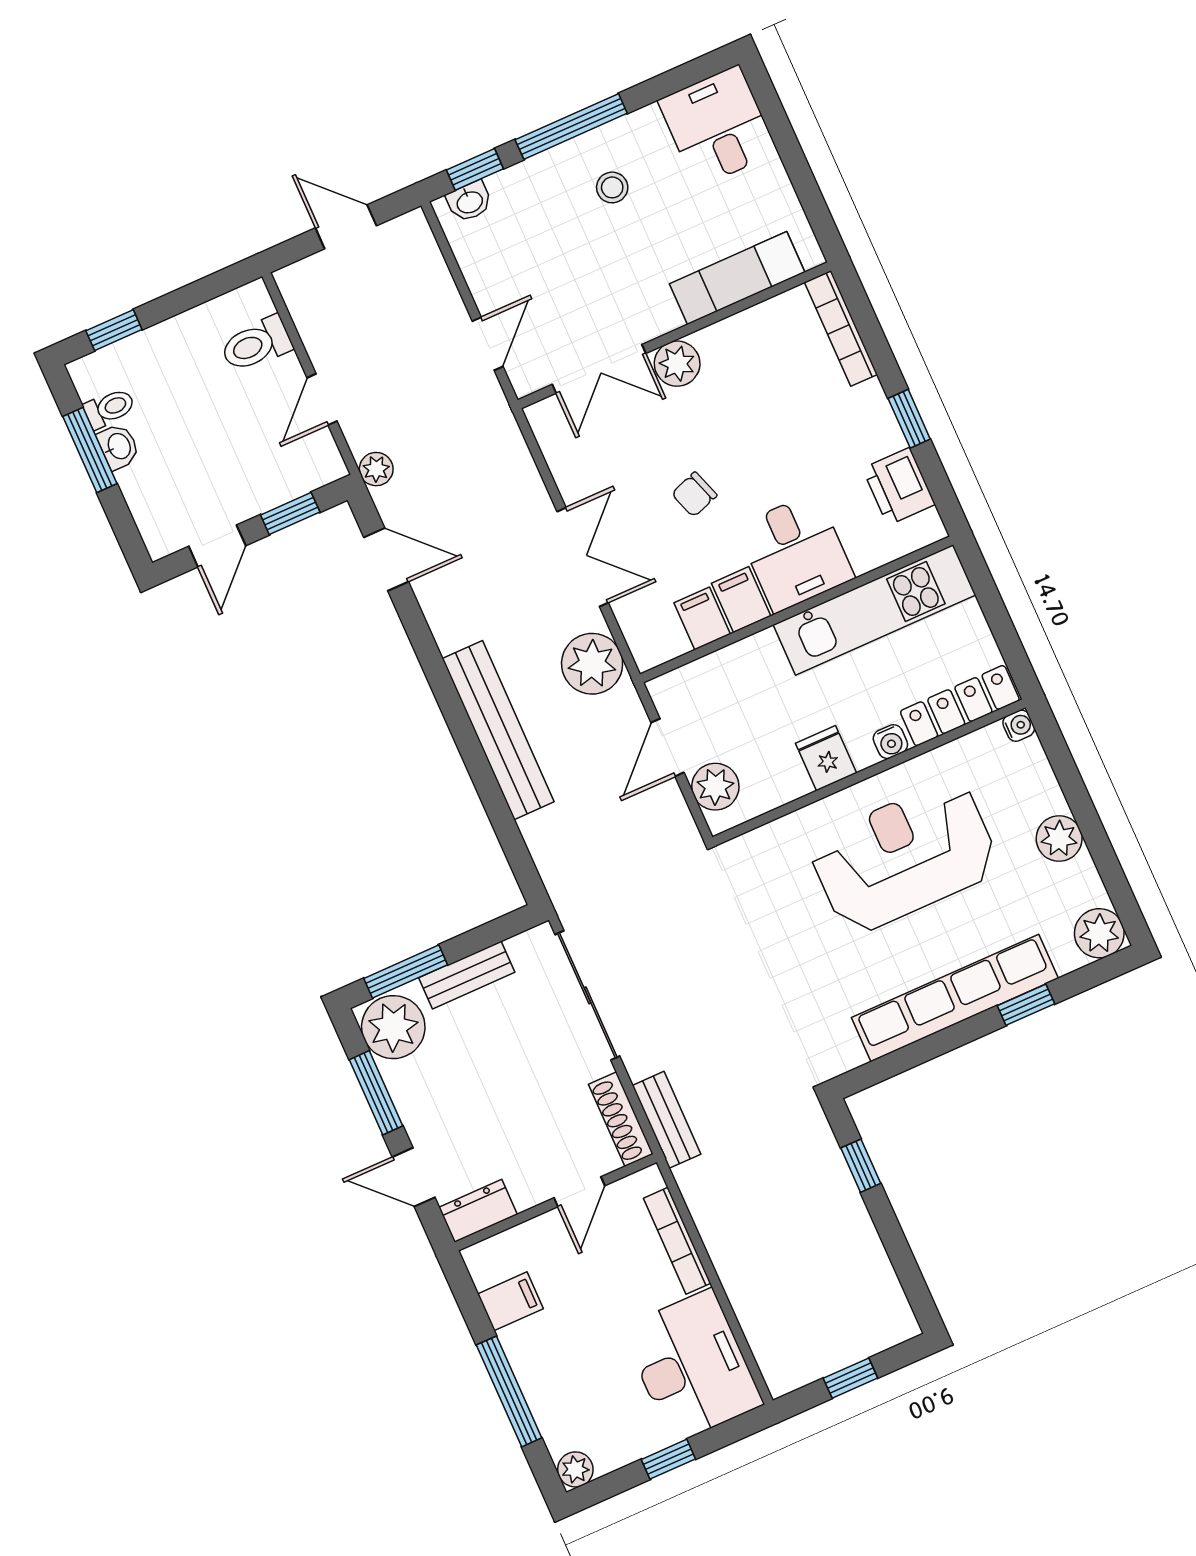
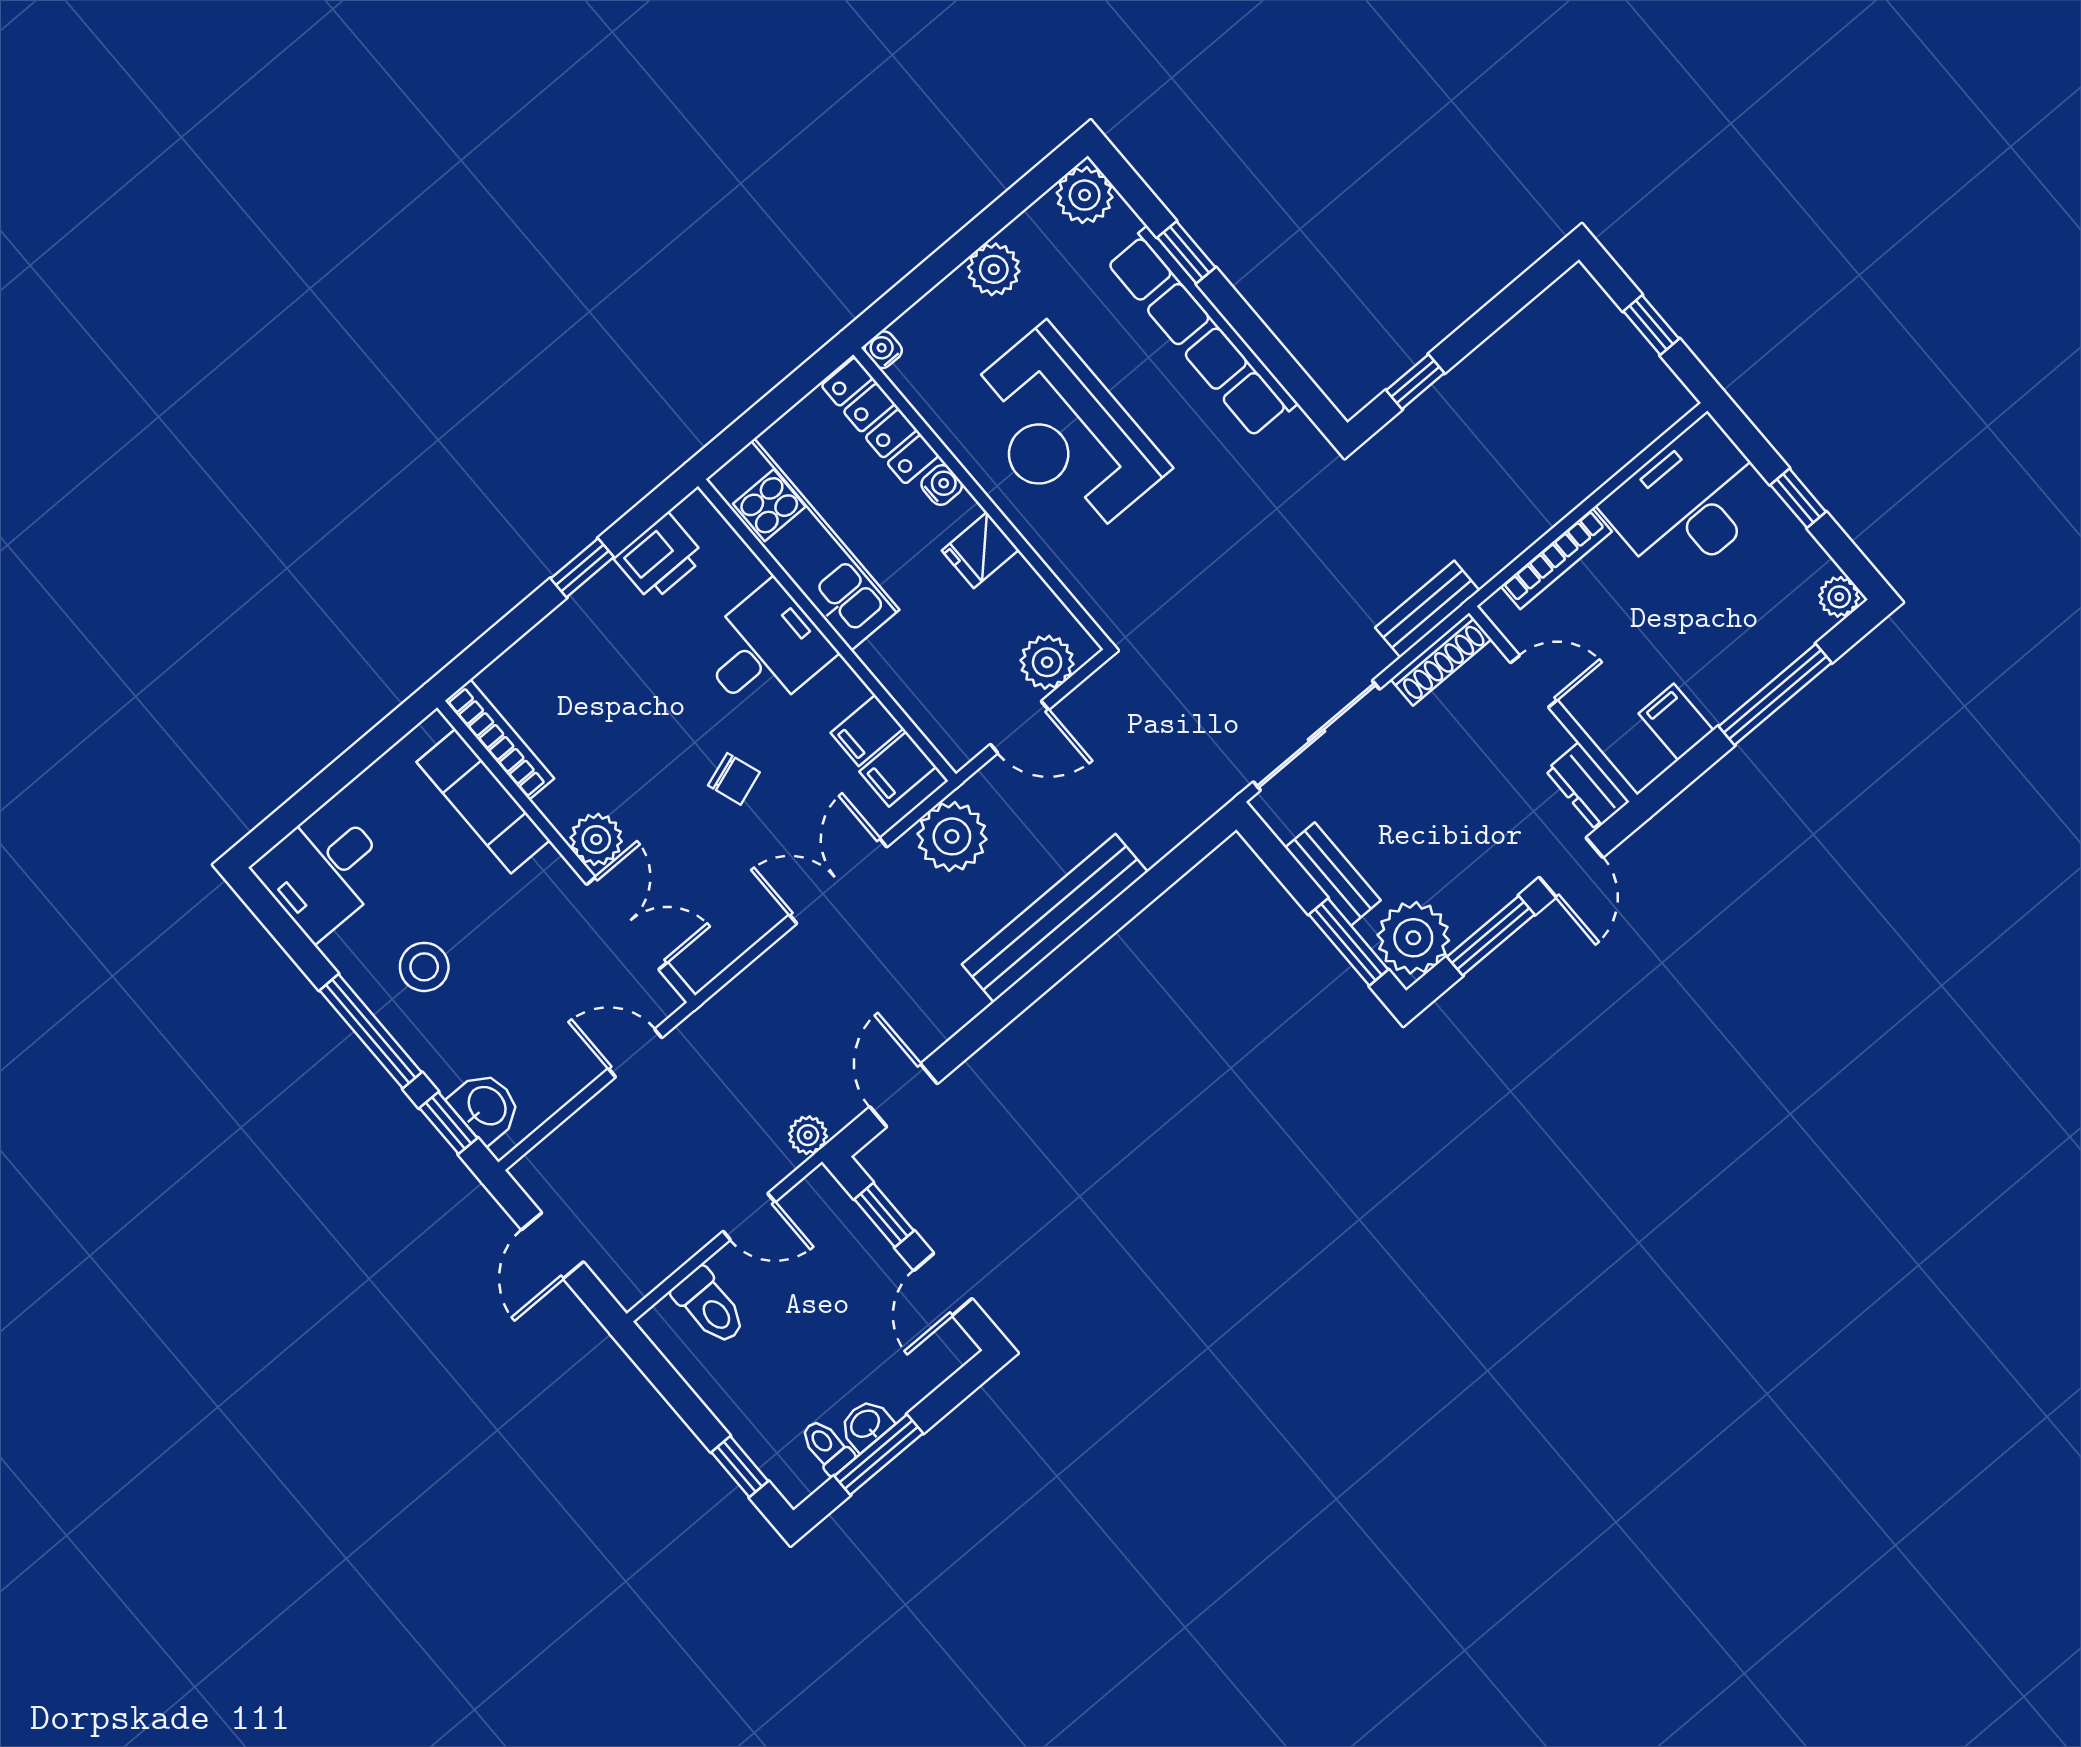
stool: (612, 187) -> (424, 967), width x1.37, depth x1.37
washbasin: (469, 201) -> (486, 1107), width x1.38, depth x1.45
bookcase: (841, 328) -> (500, 740), moved, turned -90
door: (217, 546) -> (943, 1285), swing flipped
filing cabinet: (741, 600) -> (898, 769), moved

